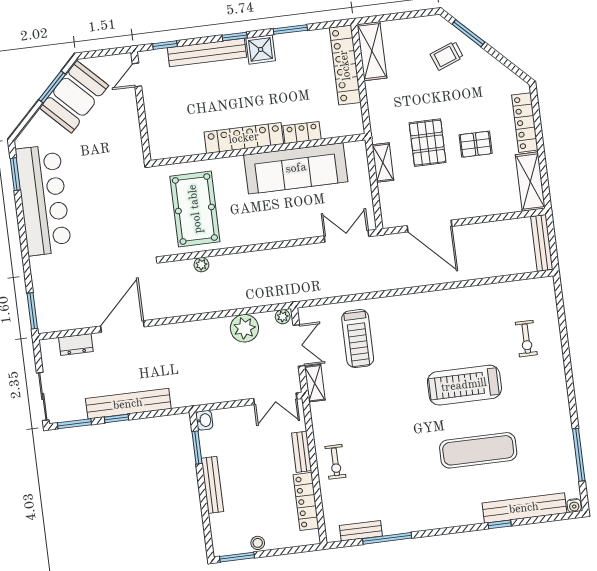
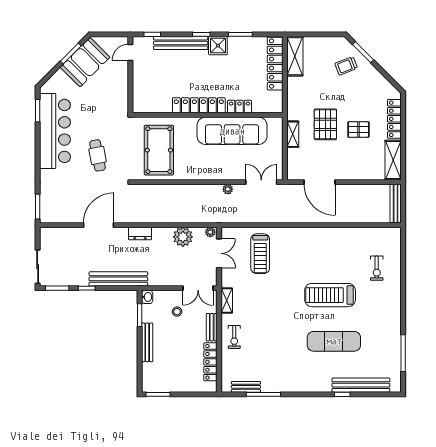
cafe table: (108, 227) -> (98, 155), added
plant: (201, 265) -> (228, 189), moved
dresser: (76, 344) -> (140, 233), moved
shelving: (315, 383) -> (227, 301), moved
bench: (128, 404) -> (118, 279), moved
water cooler: (574, 505) -> (395, 388), removed
stool: (258, 543) -> (177, 312), moved

